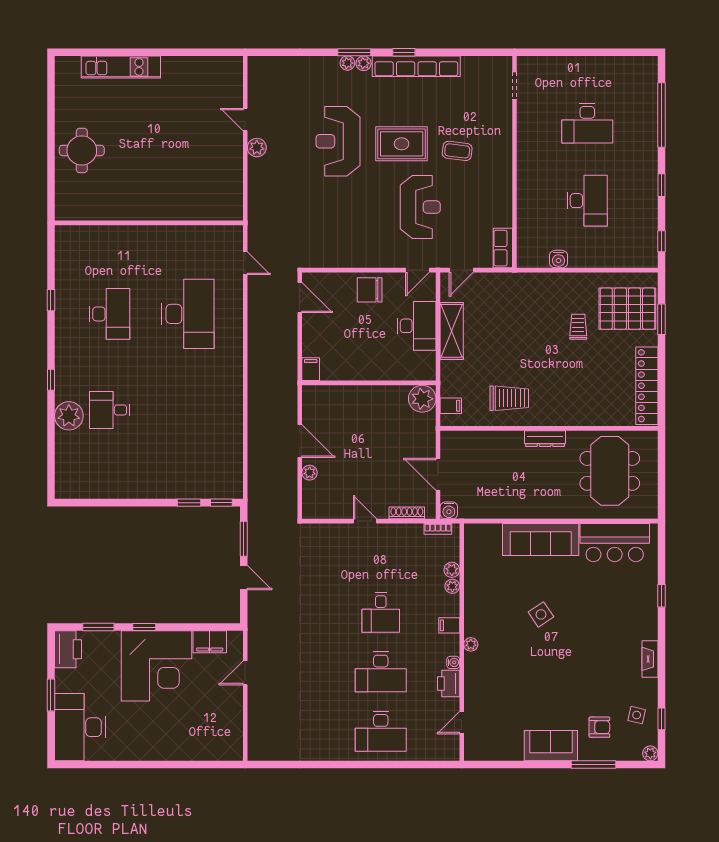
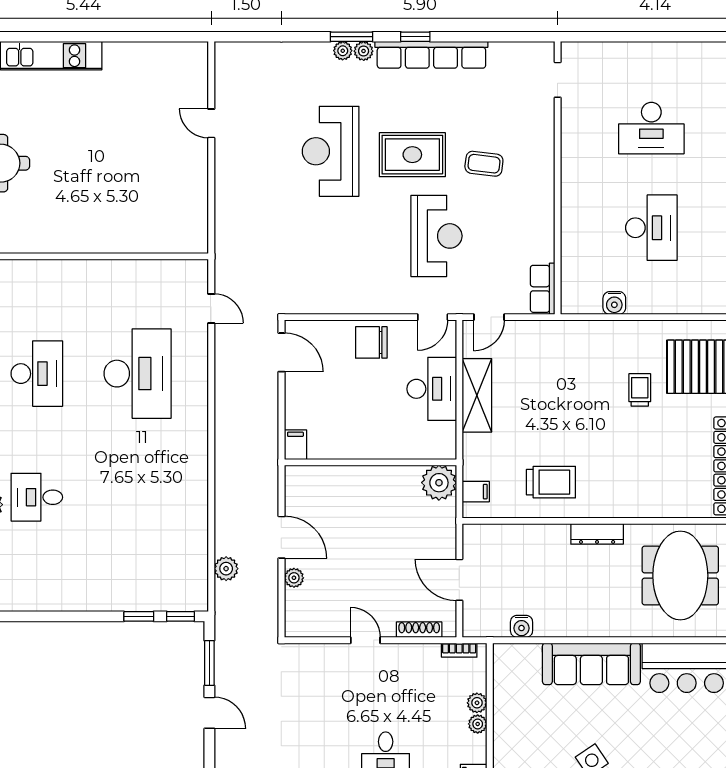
plant: (257, 148) -> (226, 569), moved
water cooler: (449, 510) -> (522, 626), moved

